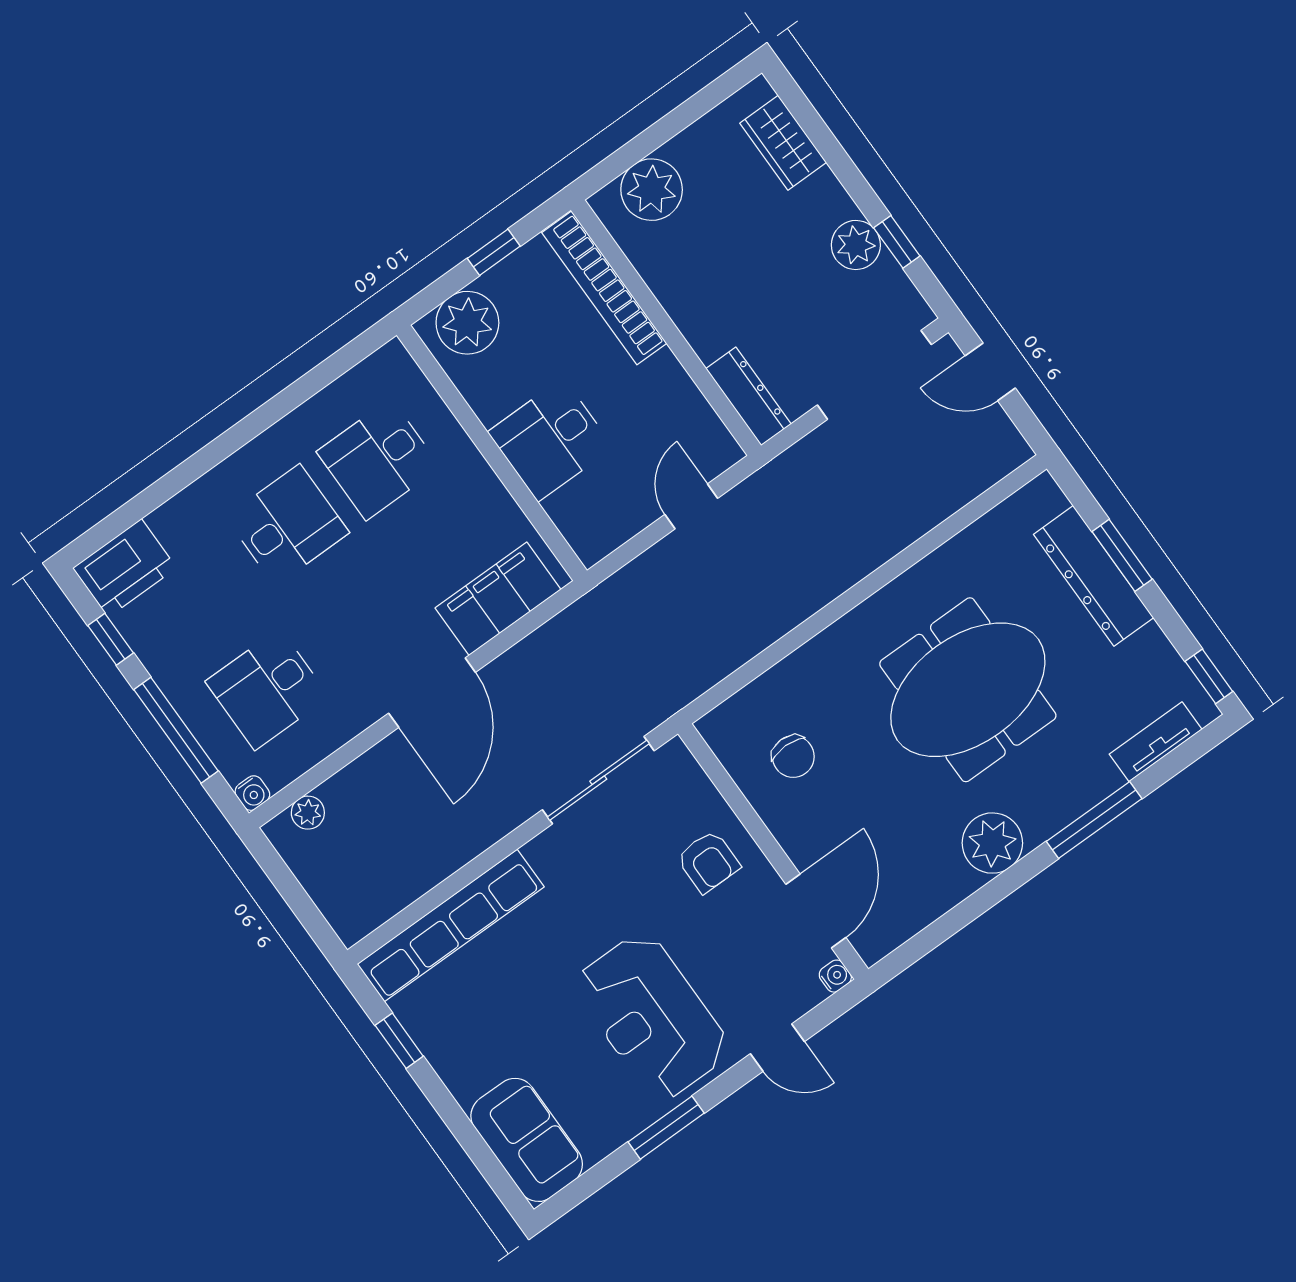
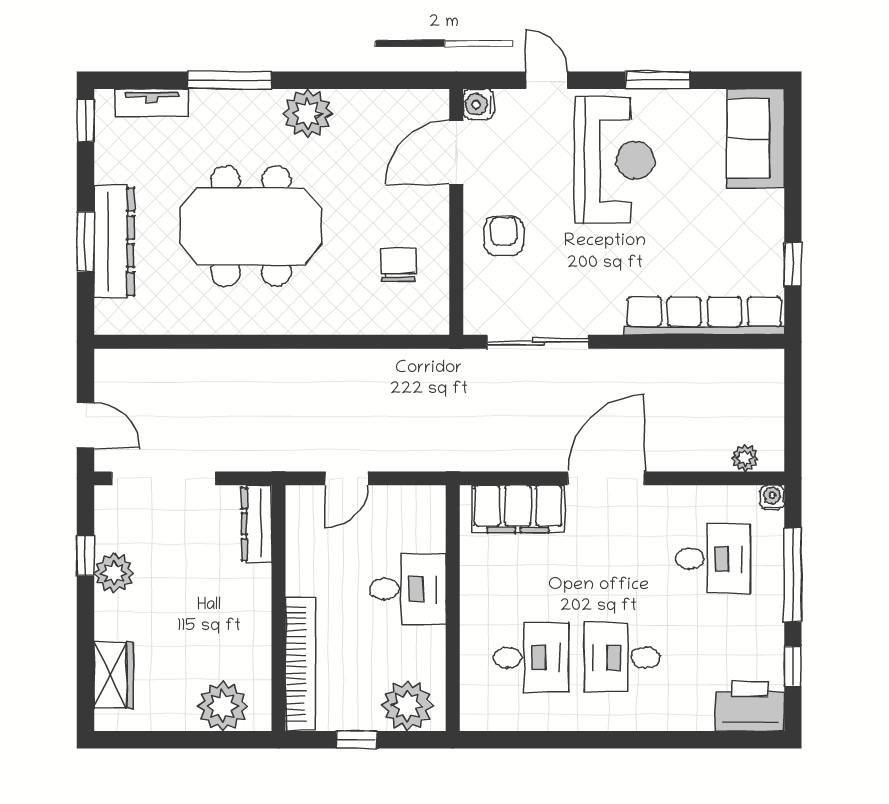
water cooler: (835, 976) -> (479, 104), width x1.38, depth x1.38

